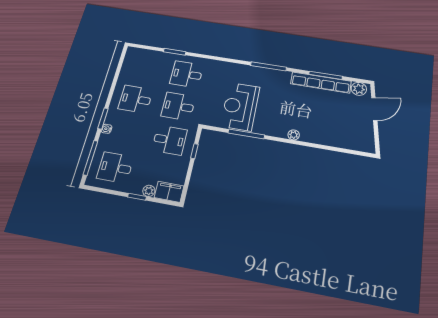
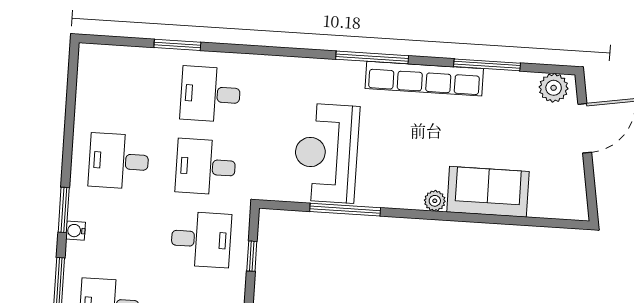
row of seats: (321, 83) -> (424, 79), moved
sofa: (322, 134) -> (488, 192), added

